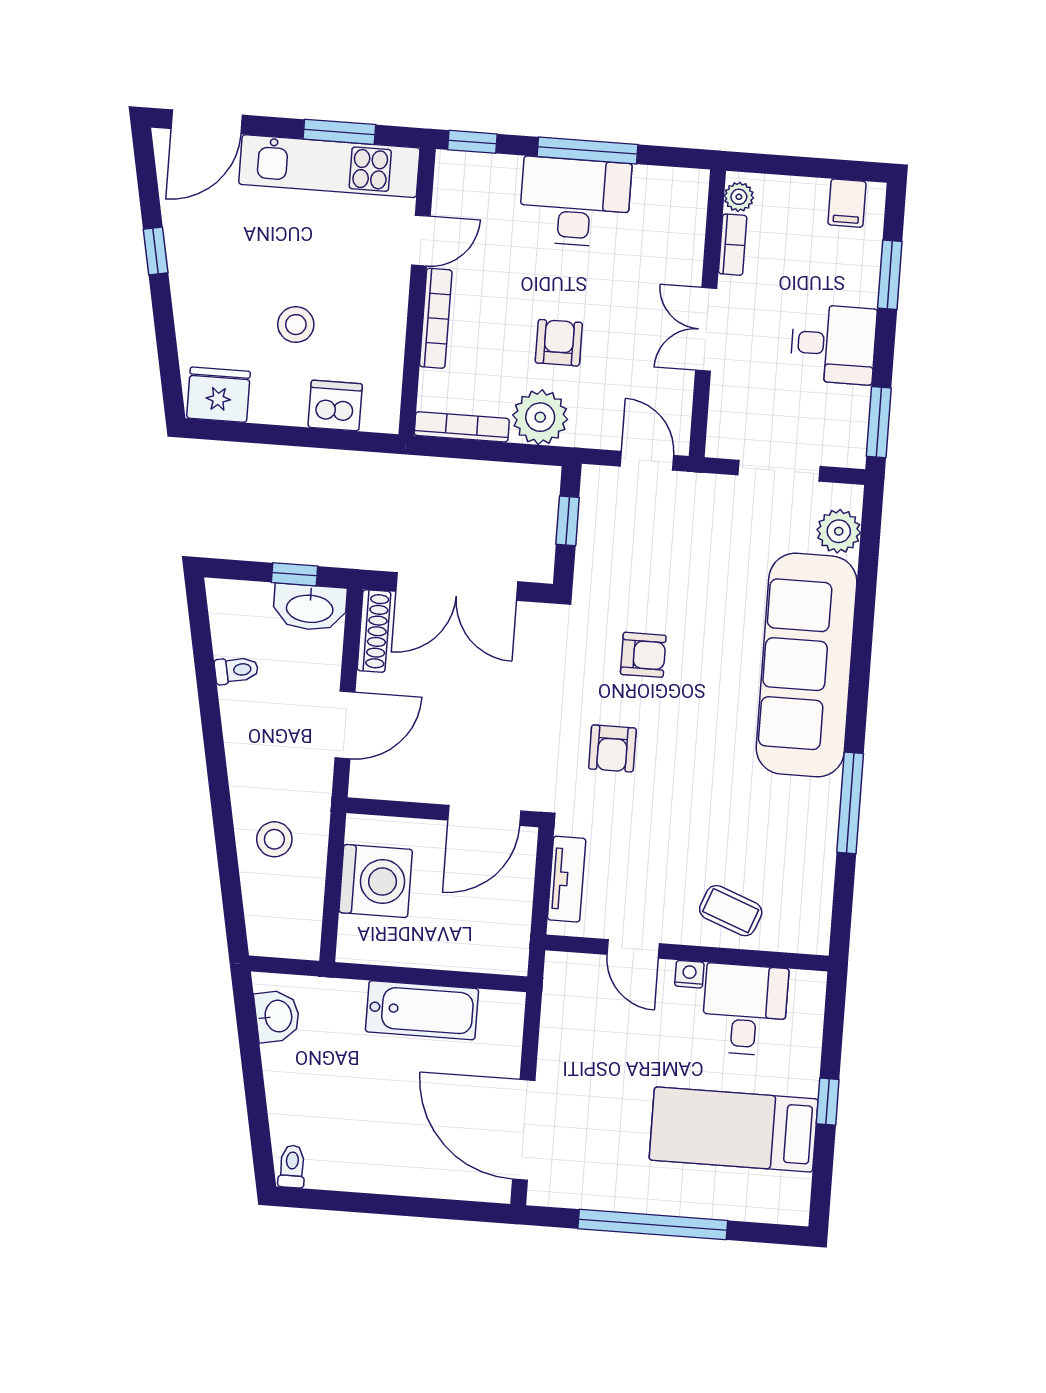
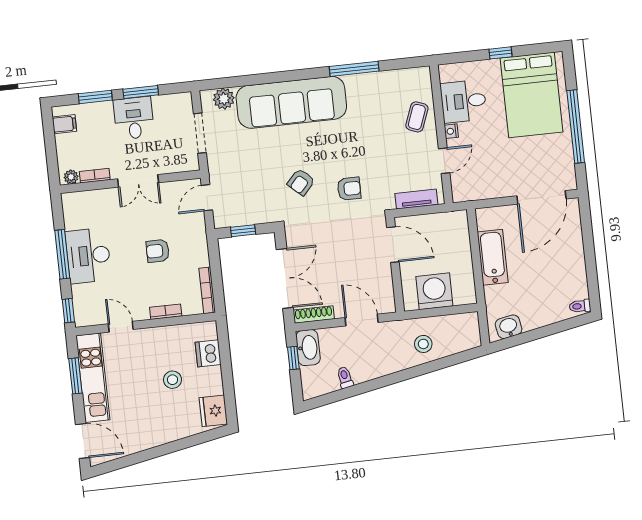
window: (156, 251) -> (150, 454), removed
bookcase: (436, 318) -> (166, 312), width x0.64
plant: (540, 417) -> (195, 253), removed
window: (879, 422) -> (141, 92), moved
armchair: (643, 655) -> (301, 182), turned -138
bed: (734, 1129) -> (531, 95), width x1.50

